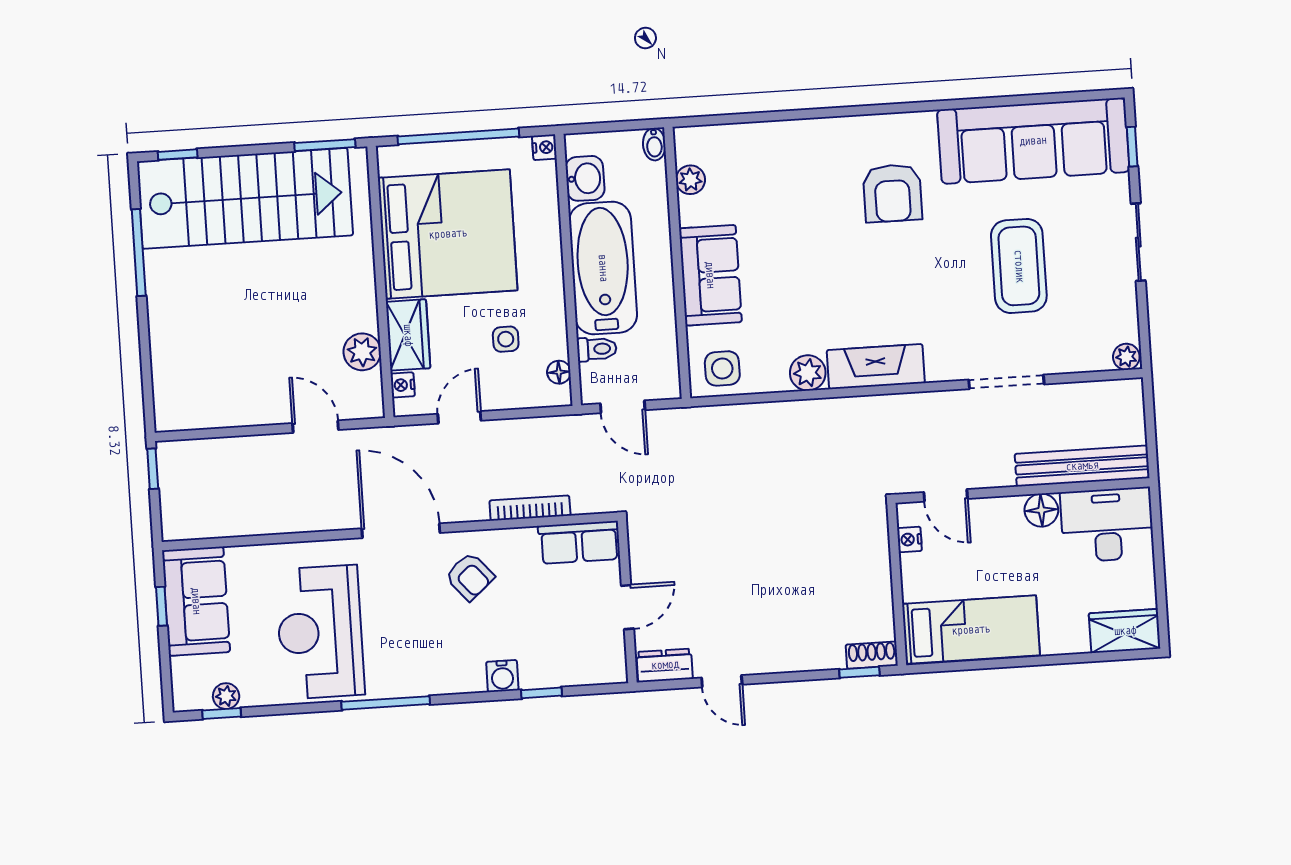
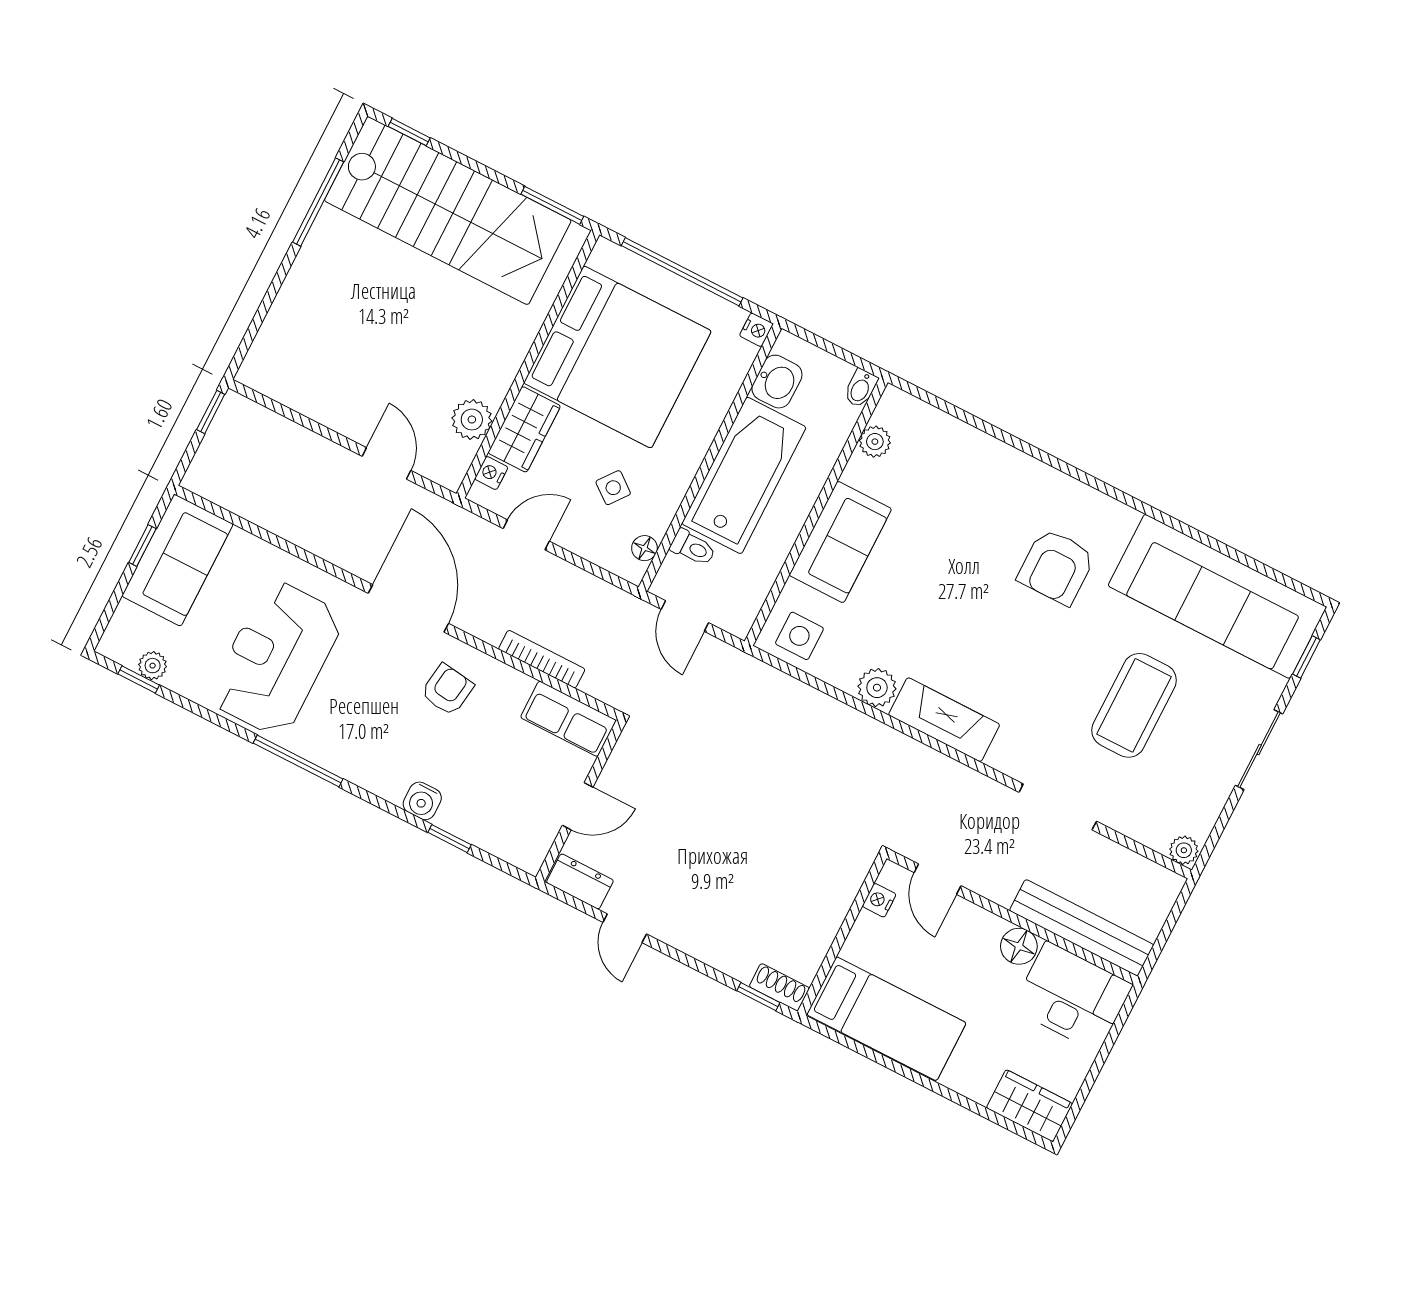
side table: (506, 339) -> (613, 488), turned 38
armchair: (470, 576) -> (447, 690), turned -131

